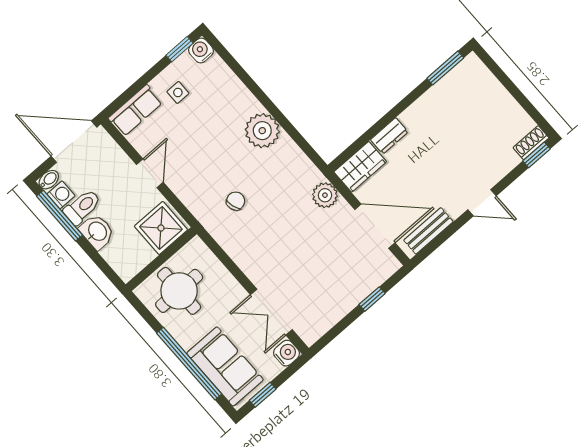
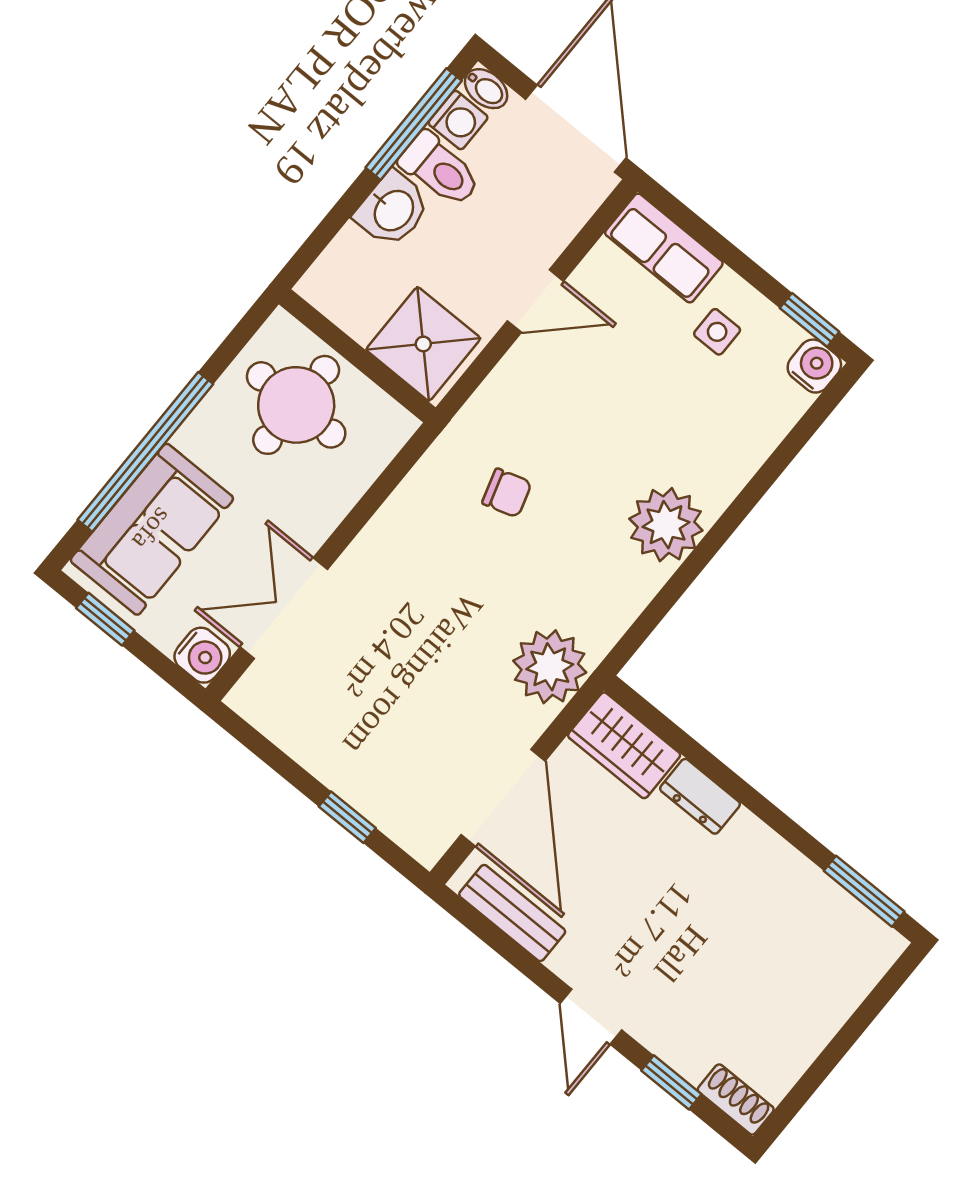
window: (537, 155) -> (671, 1082), moved
plant: (325, 195) -> (550, 667), width x1.36, depth x1.36

